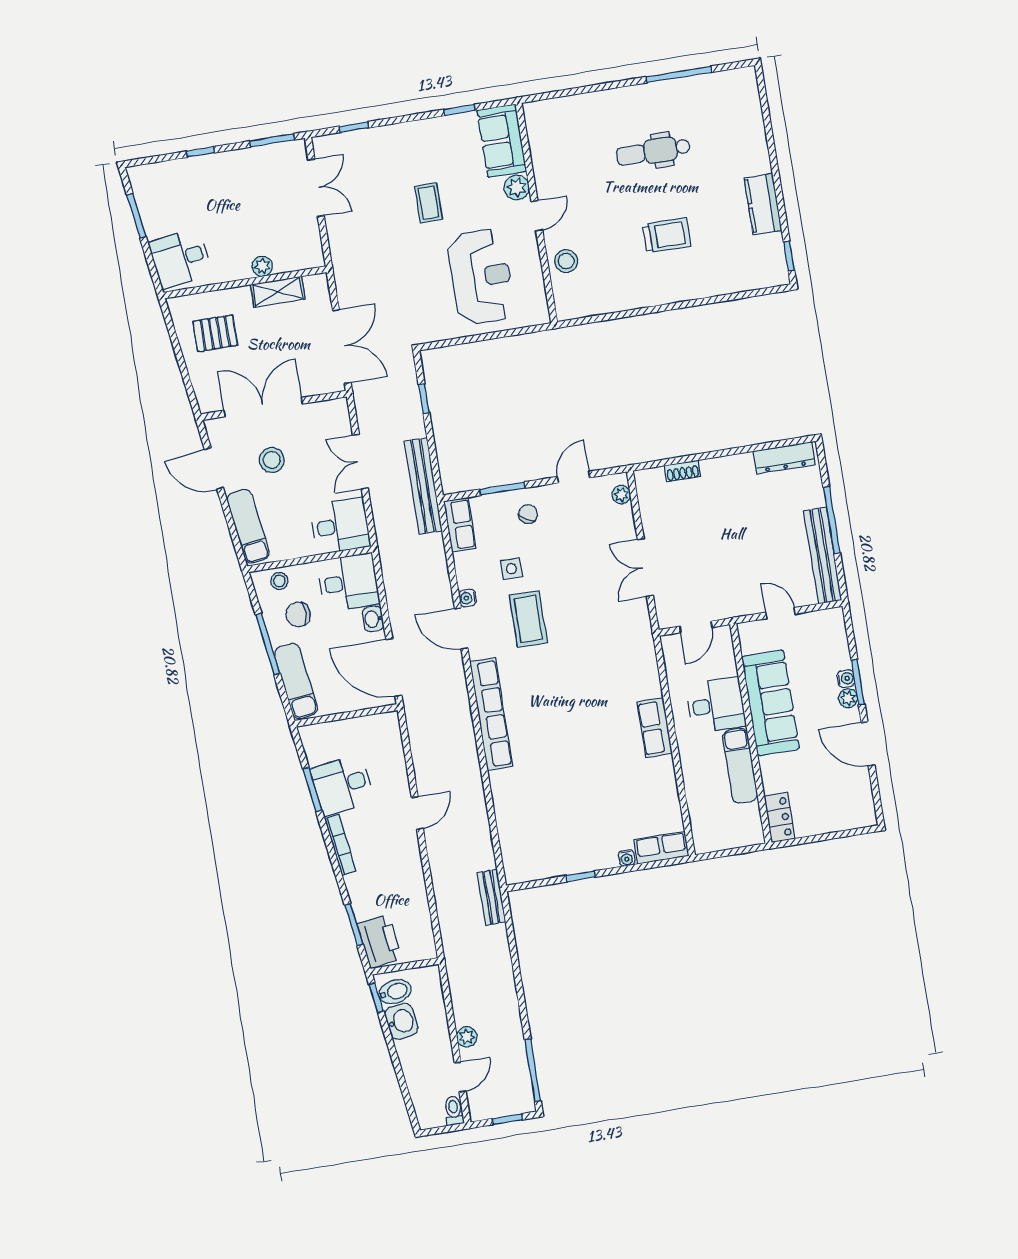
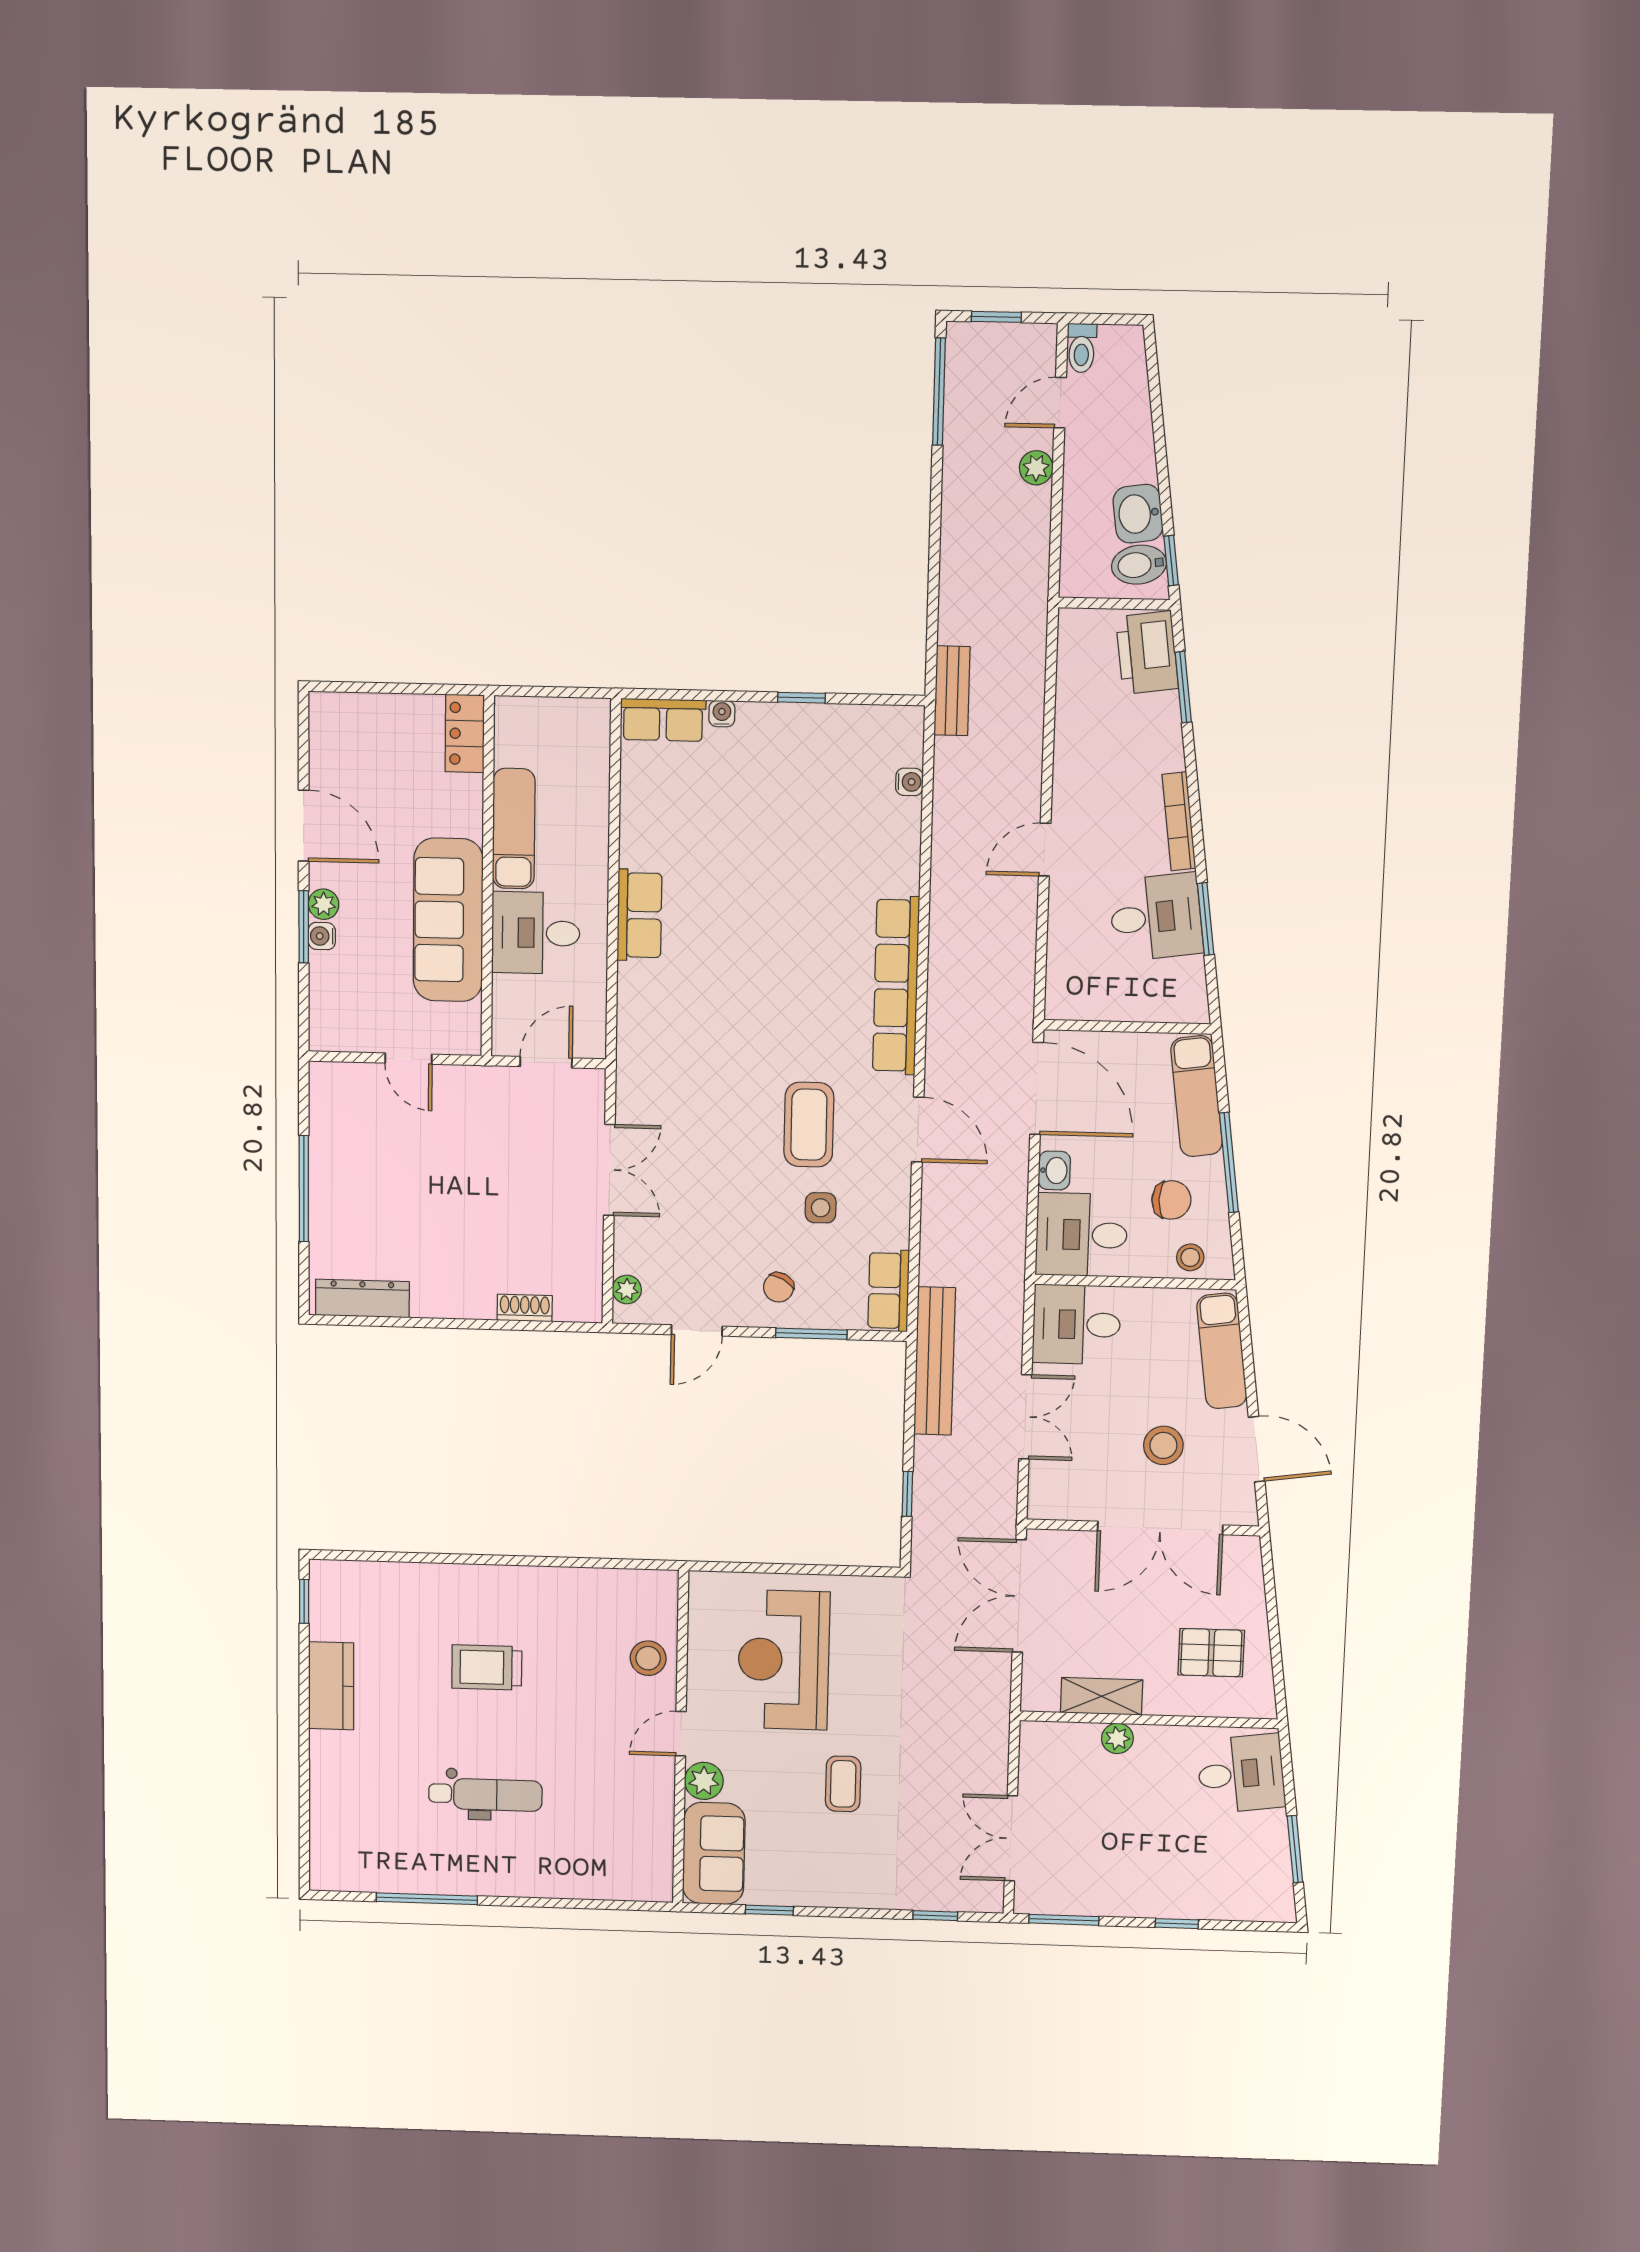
bench: (823, 556) -> (327, 1136), removed
water cooler: (468, 598) -> (909, 782), moved

